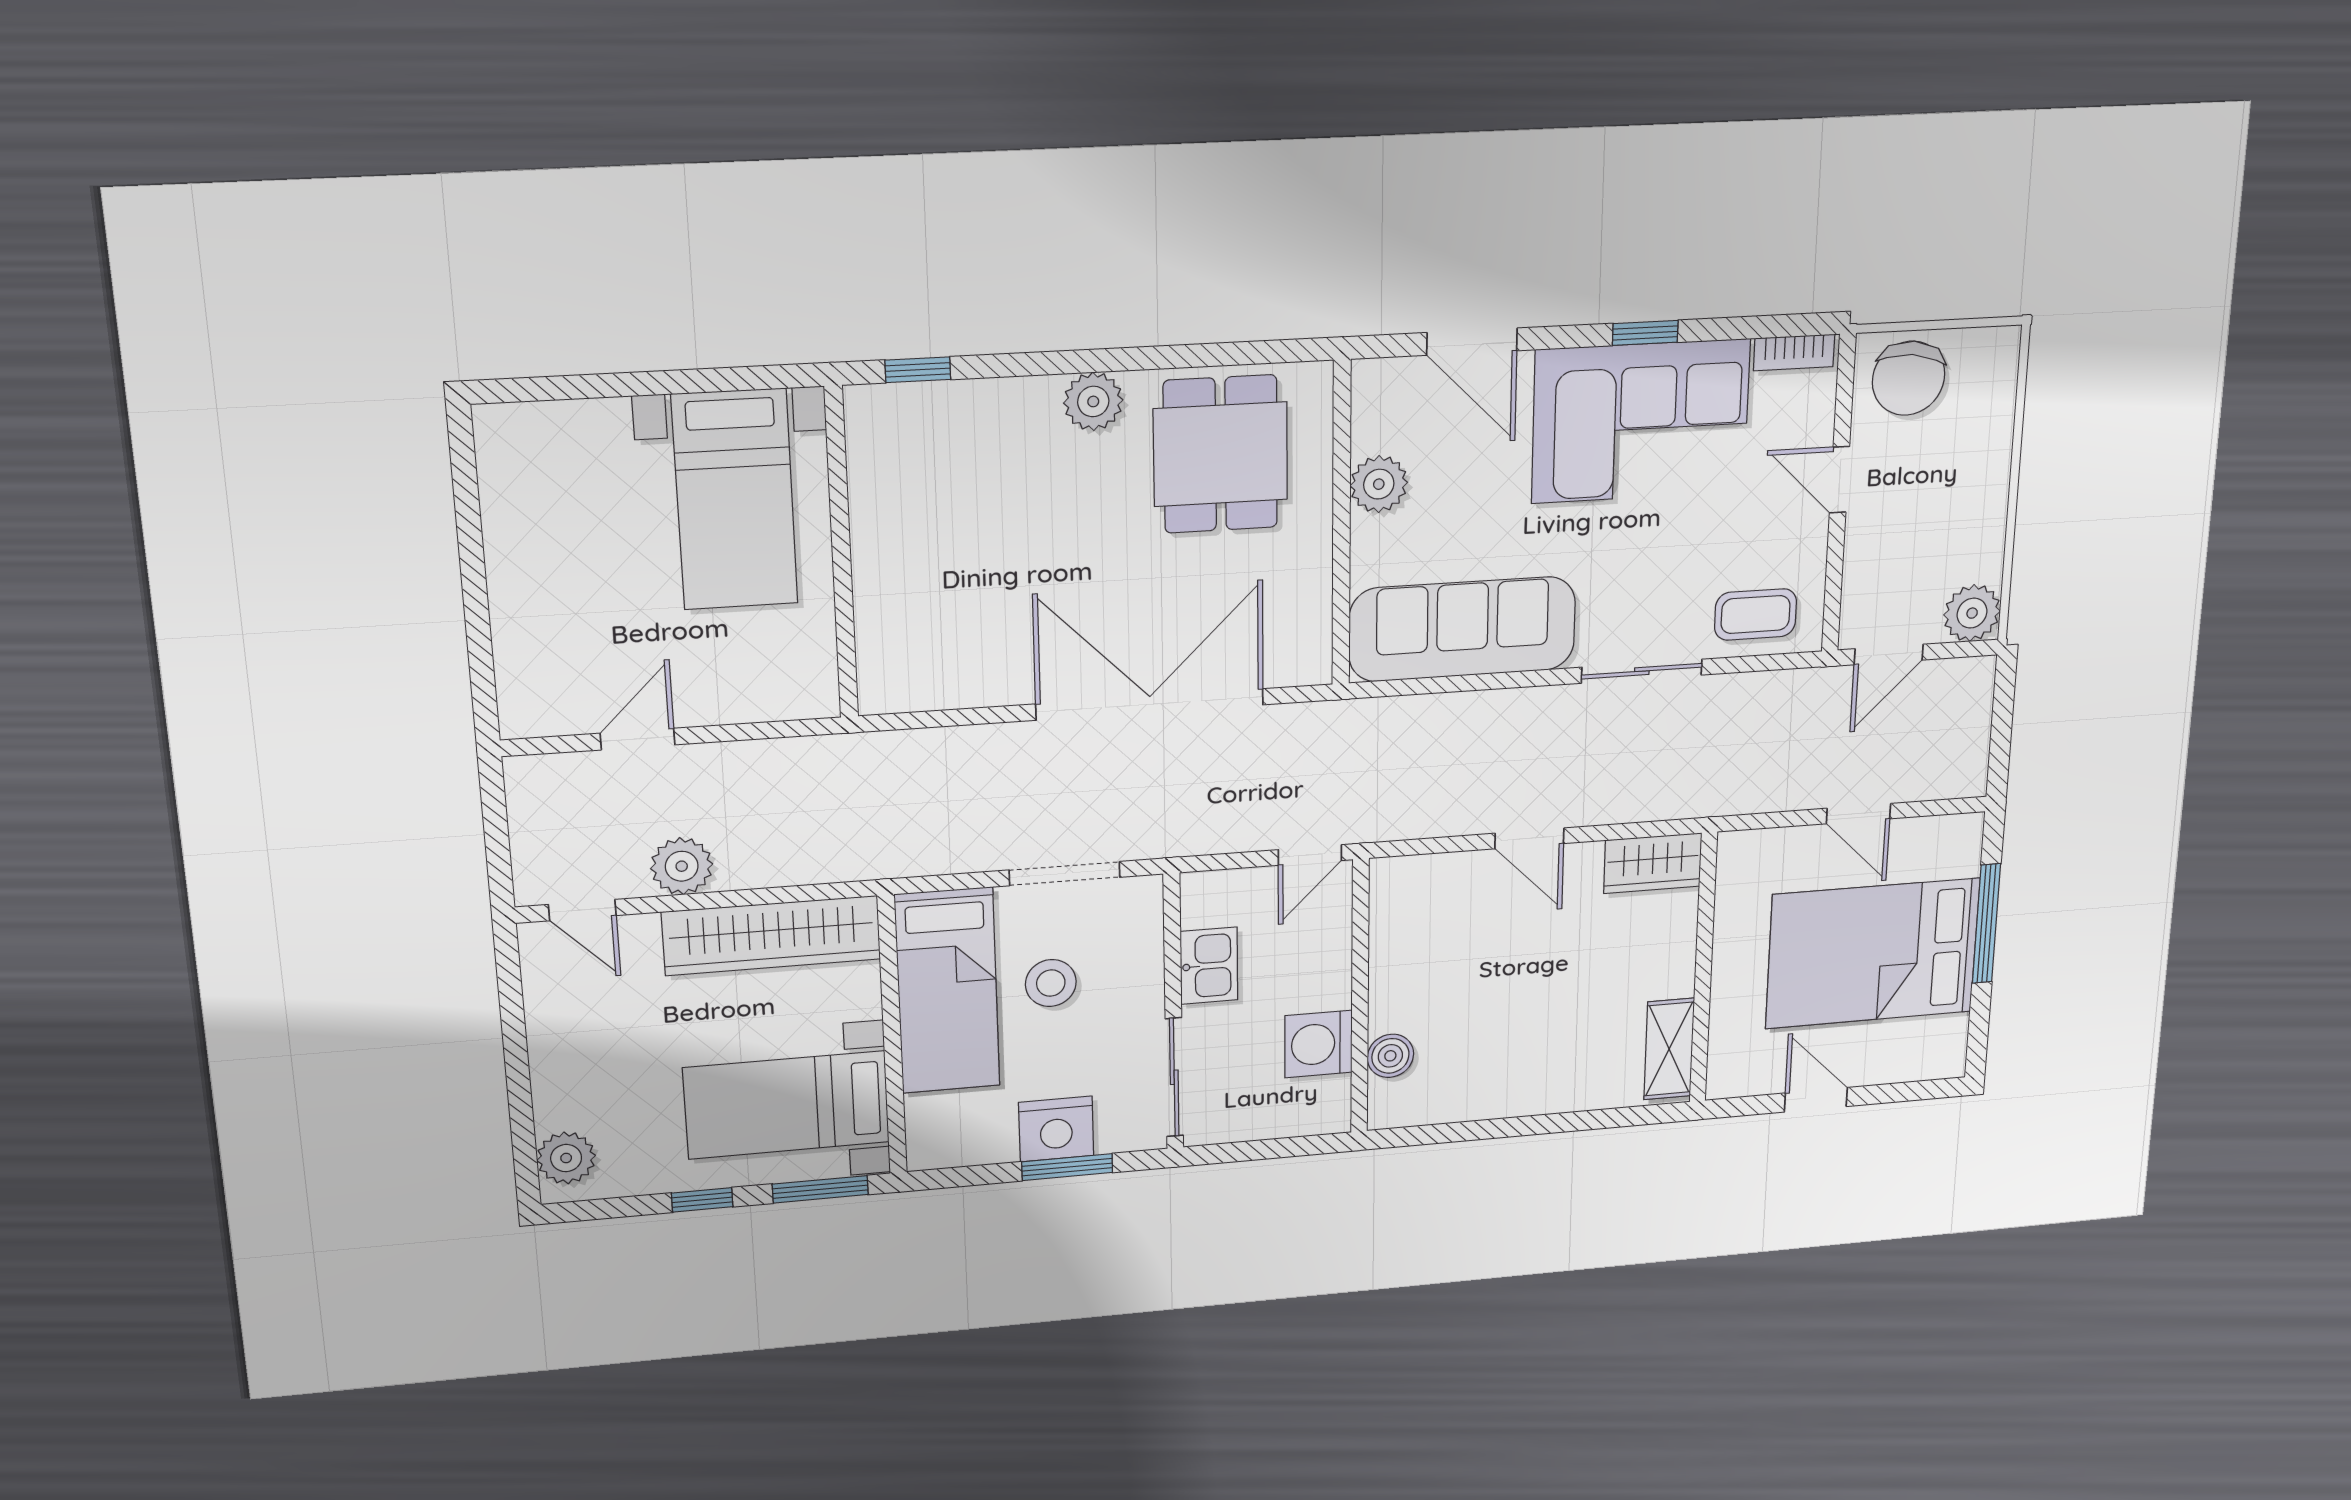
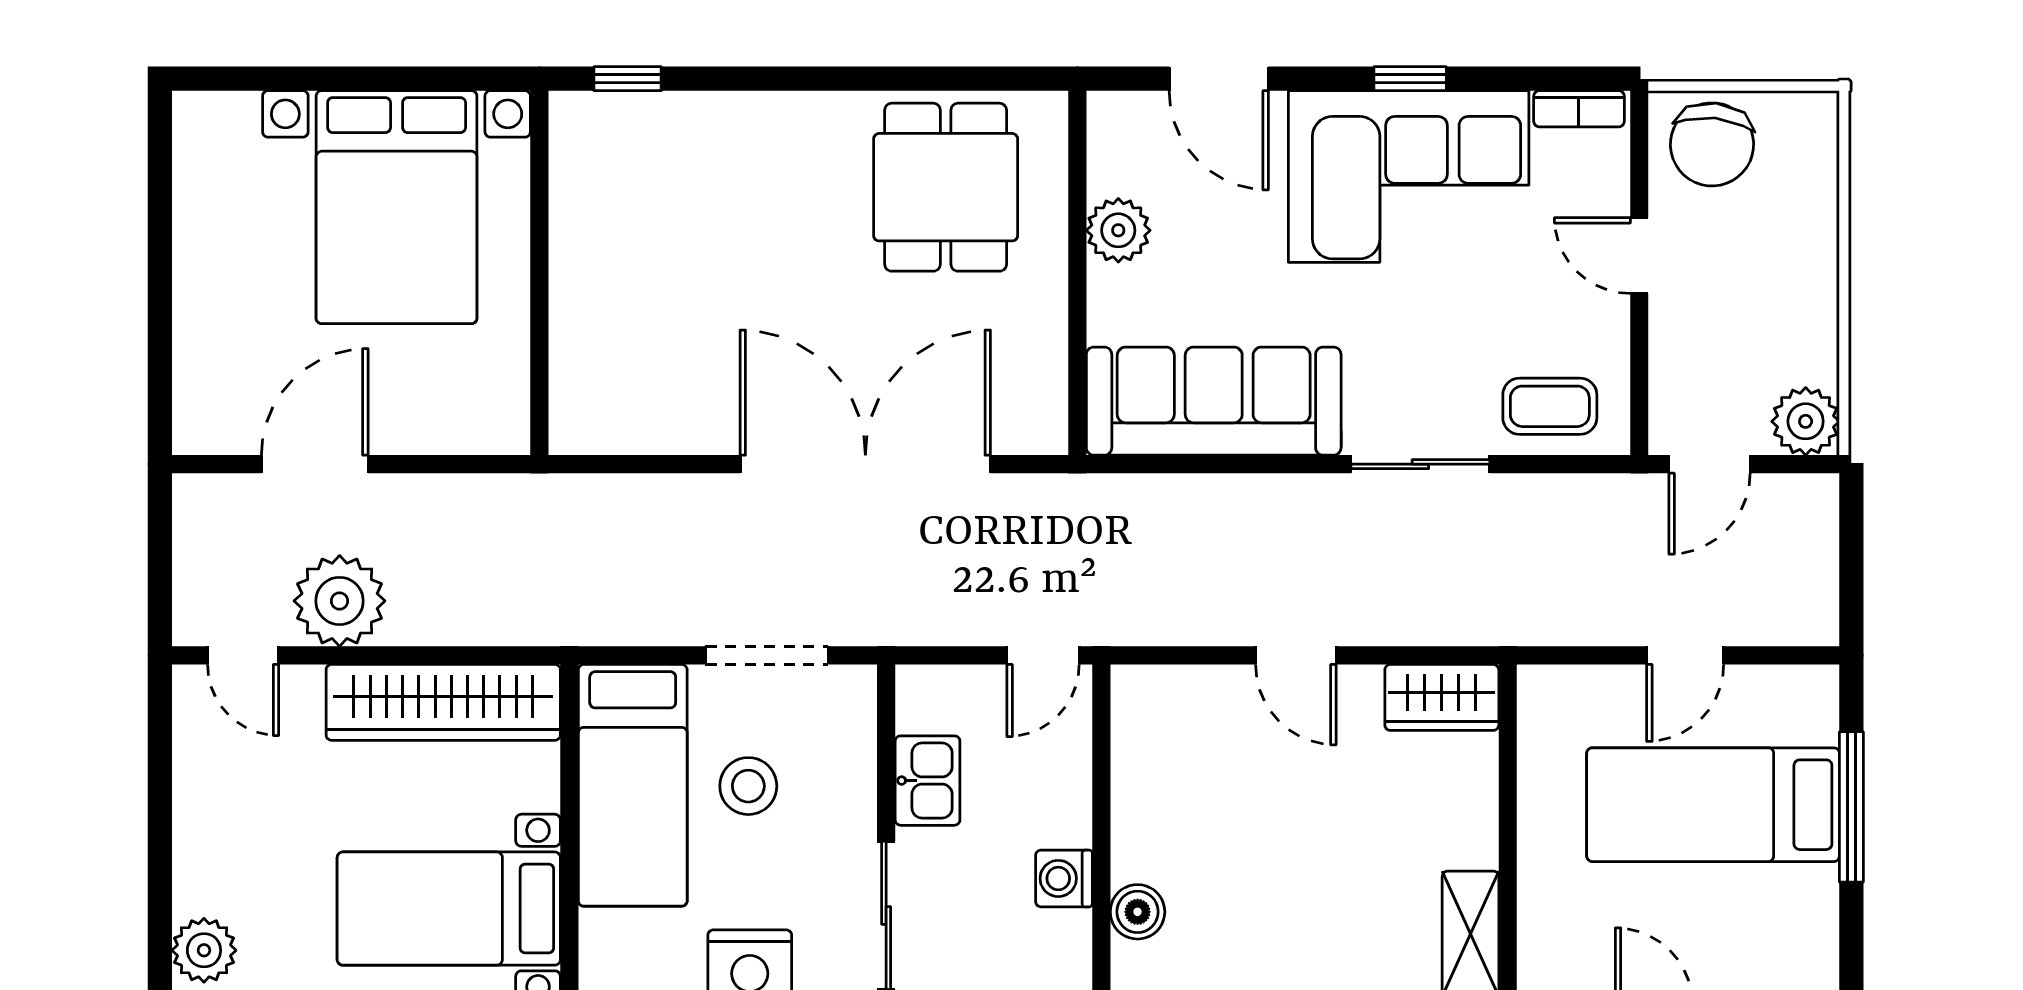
plant: (1093, 401) -> (810, 122), removed
bed with nightstands: (735, 500) -> (397, 207), width x1.36
door: (638, 739) -> (315, 464), width x1.37
door: (1858, 814) -> (1685, 655), hinge flipped
plant: (682, 866) -> (340, 601), width x1.36, depth x1.36
bed: (1873, 953) -> (1713, 805), width x0.67
washing machine: (1318, 1044) -> (1064, 878), width x0.73, depth x0.73

